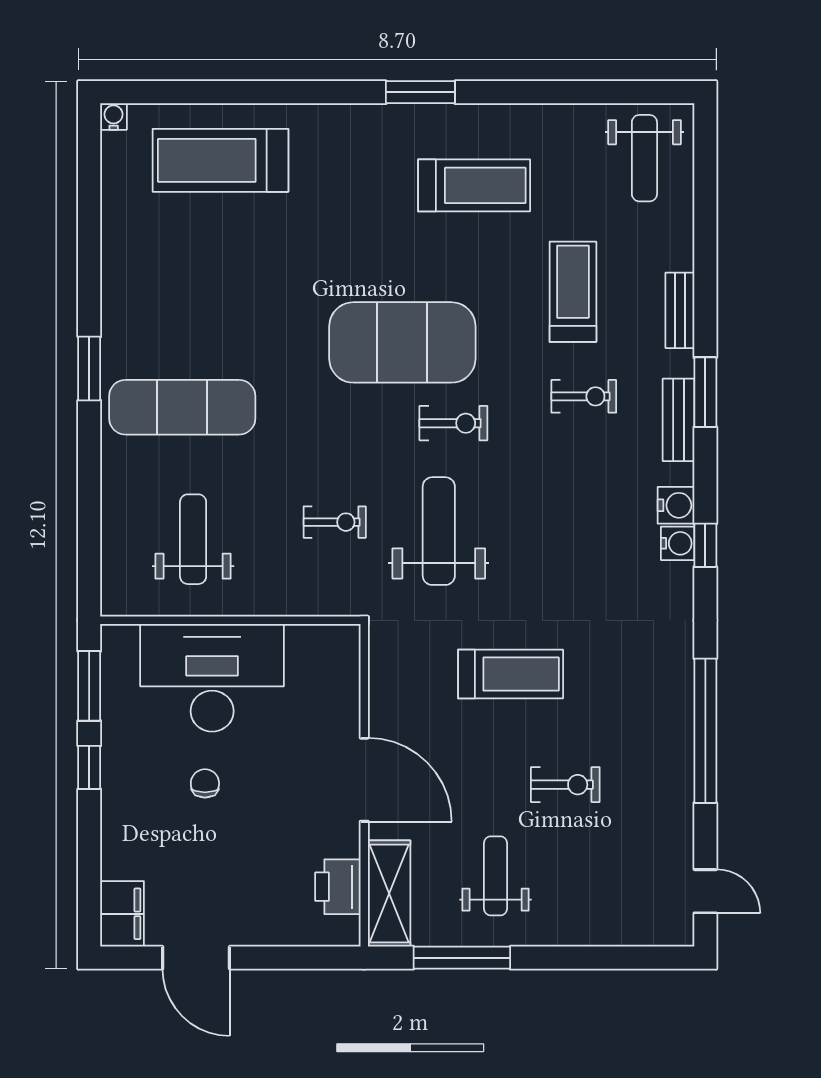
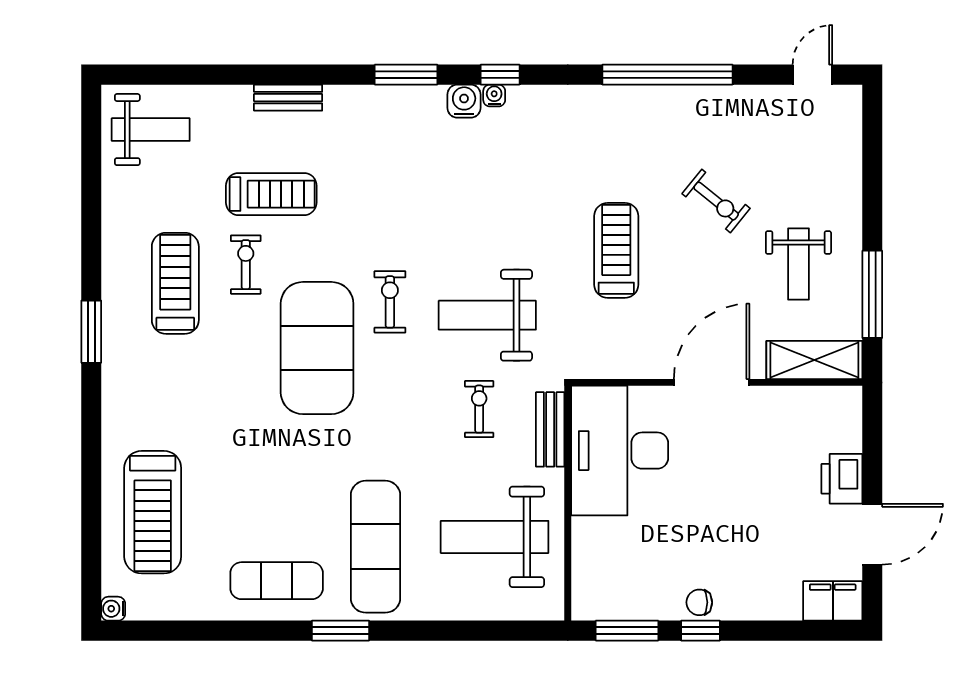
treadmill: (573, 292) -> (271, 194), turned 180
exercise mat: (145, 298) -> (277, 581), added
window: (705, 392) -> (406, 75), moved
exercise bike: (584, 396) -> (246, 265), moved
bench: (679, 420) -> (550, 429), moved, turned 90
weight bench: (193, 539) -> (495, 537), width x1.36, depth x1.33
water cooler: (678, 543) -> (494, 96), width x0.72, depth x0.72
desk: (212, 678) -> (620, 451), moved
chair: (205, 783) -> (699, 602), moved
exercise bike: (565, 785) -> (716, 201), turned 129
weight bench: (496, 876) -> (798, 264), turned -90
printer: (338, 887) -> (842, 479), moved, turned 90

